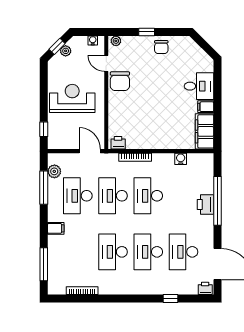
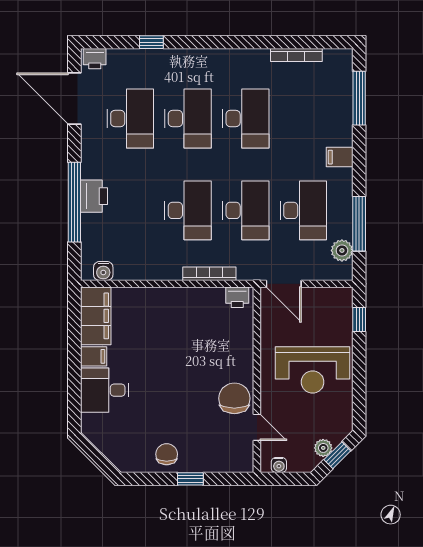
plant: (116, 41) -> (241, 464), removed
water cooler: (181, 159) -> (103, 271), moved

